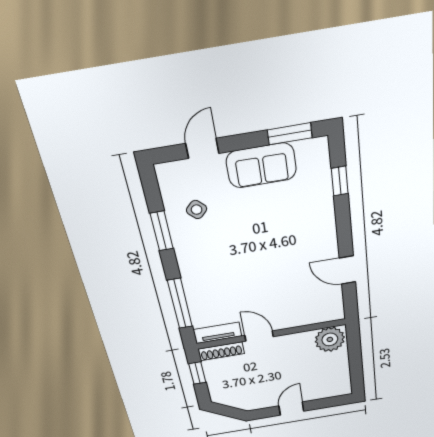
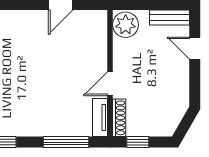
bench: (342, 378) -> (170, 17), added
door: (291, 409) -> (195, 48), moved

